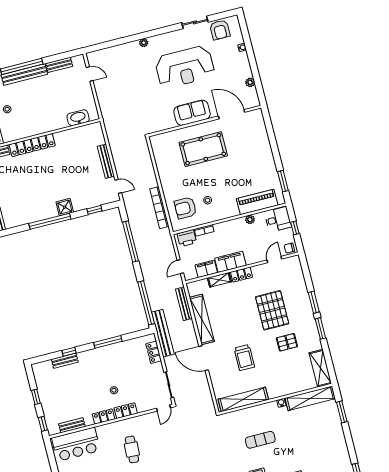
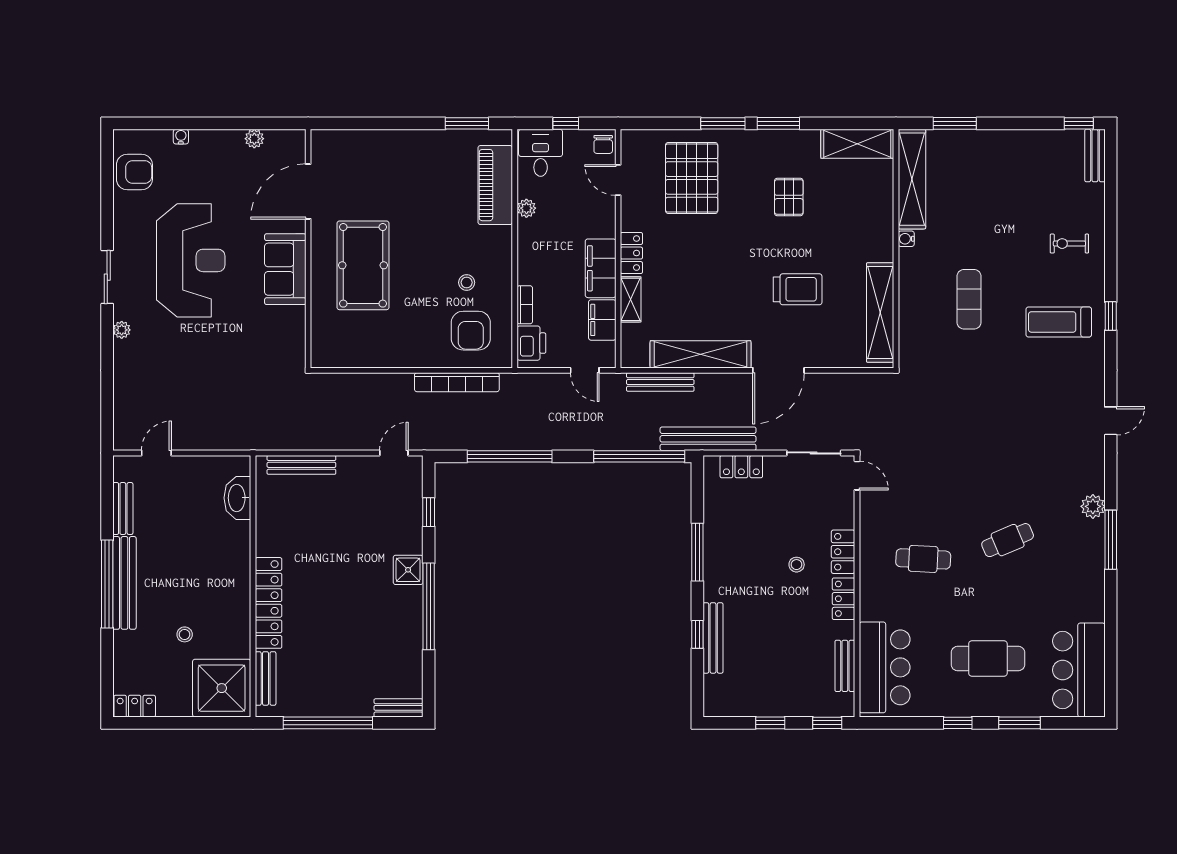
sliding door: (195, 22) -> (107, 277), moved
bench: (106, 161) -> (301, 465), moved
pallet: (272, 310) -> (692, 178), moved, turned 90
bench: (65, 361) -> (713, 638), width x1.36

